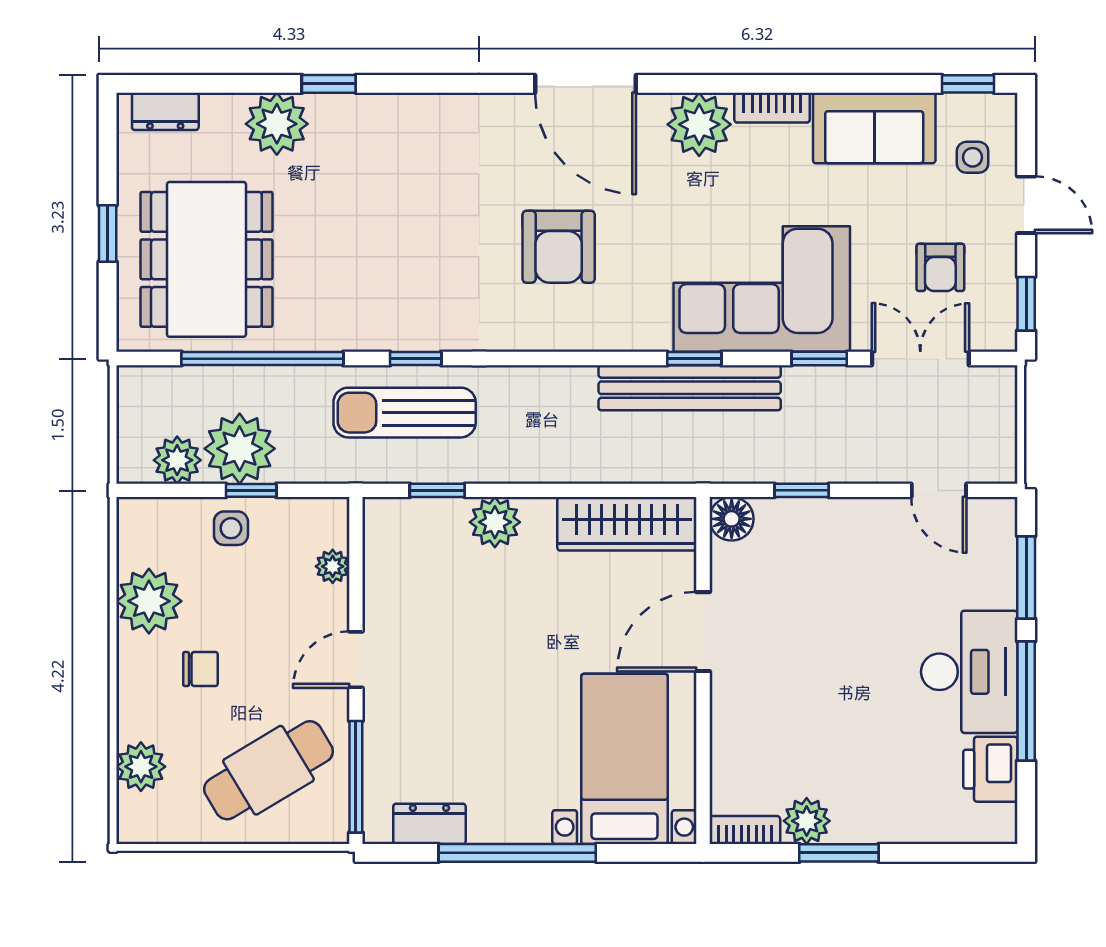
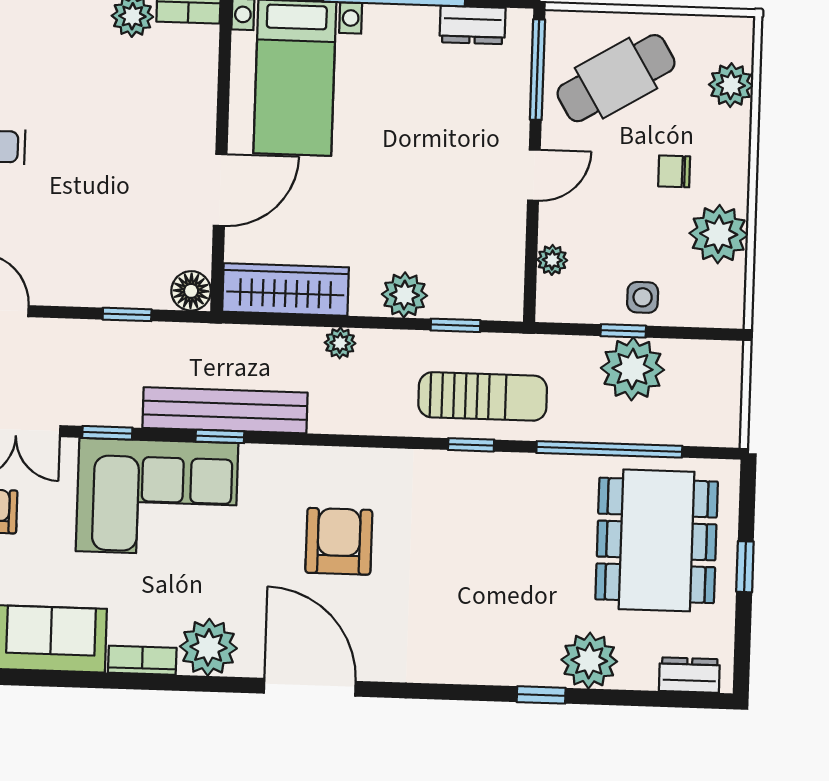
plant: (177, 460) -> (340, 343), moved, width x0.73, depth x0.73

